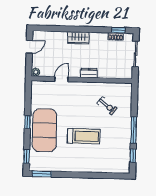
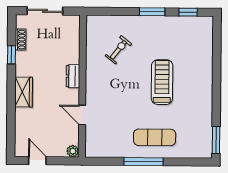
window: (118, 30) -> (12, 55), moved
window: (27, 122) -> (144, 162), width x2.17
exercise mat: (44, 130) -> (155, 137), width x0.50, depth x0.69
window: (134, 130) -> (152, 12), width x0.69
window: (27, 156) -> (192, 162), removed

